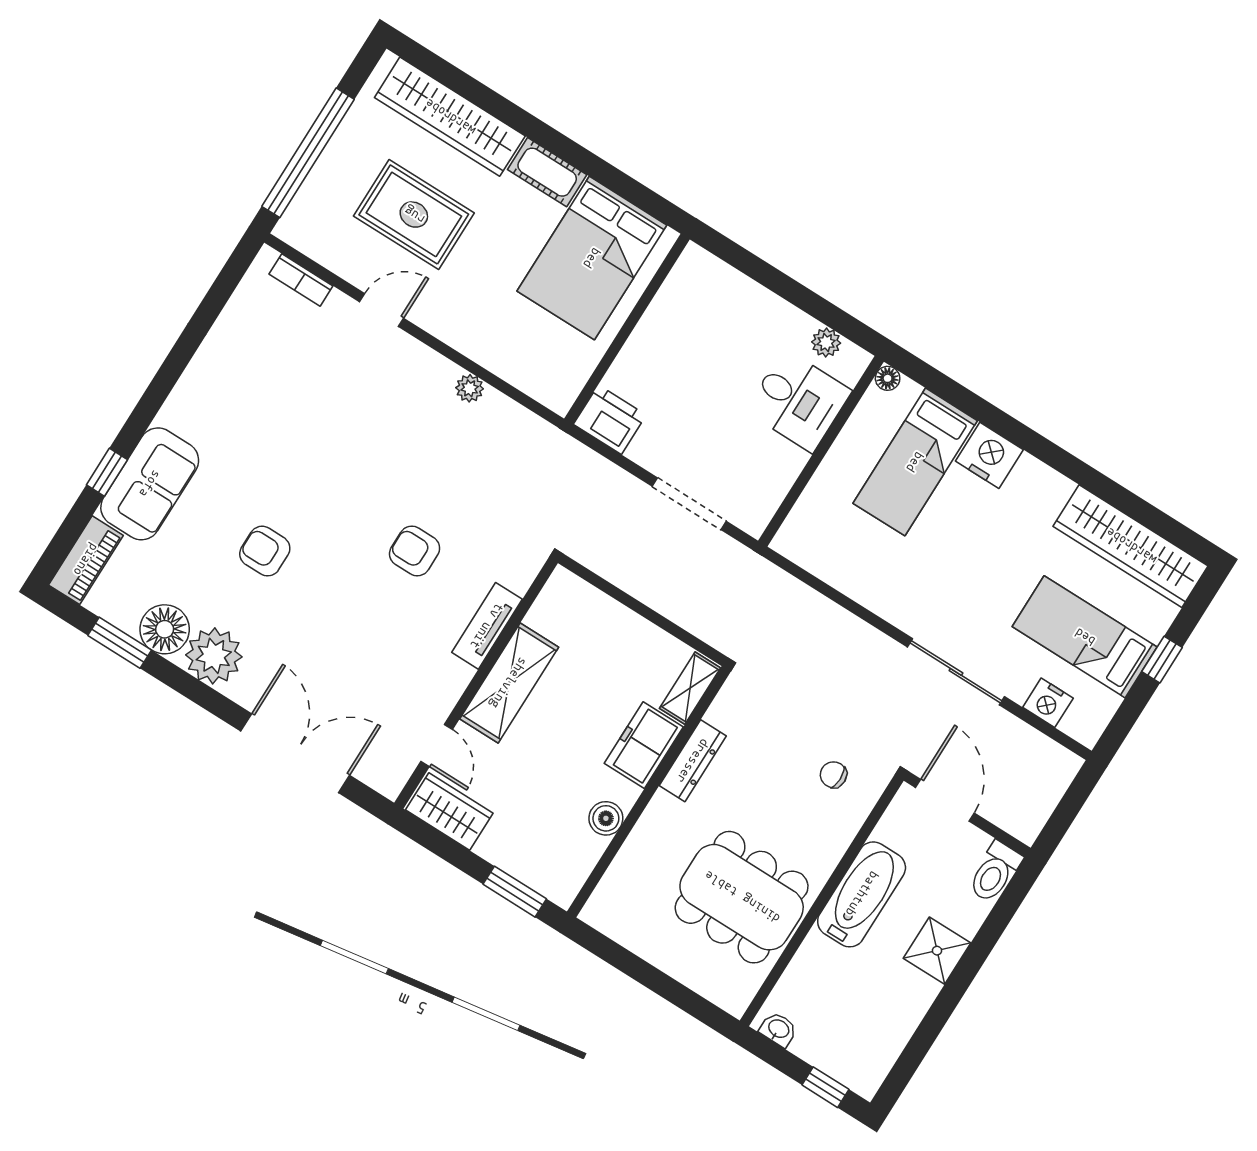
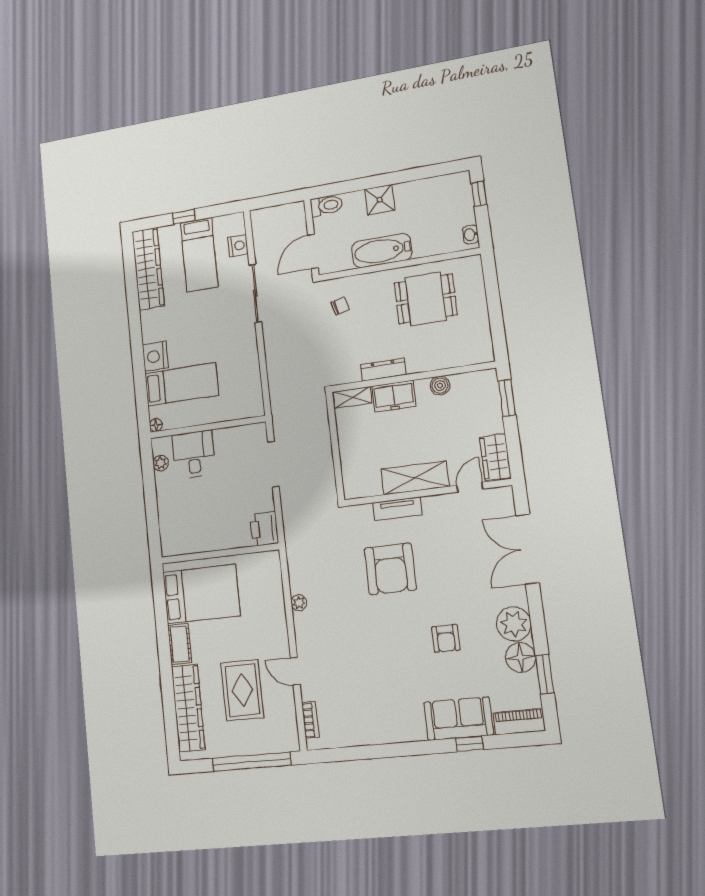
armchair: (415, 551) -> (390, 569), width x1.88, depth x1.88
chair: (833, 775) -> (340, 306), turned -104
dining table: (742, 897) -> (426, 299), width x0.73

